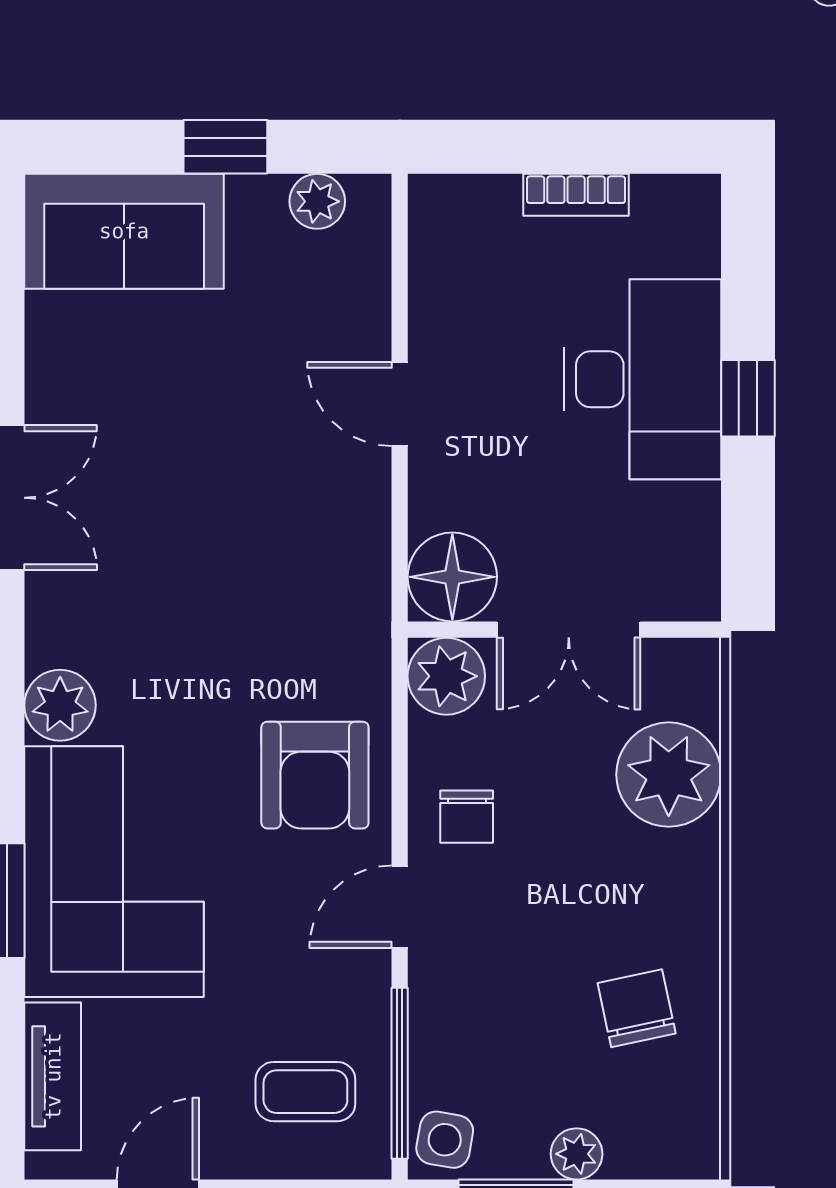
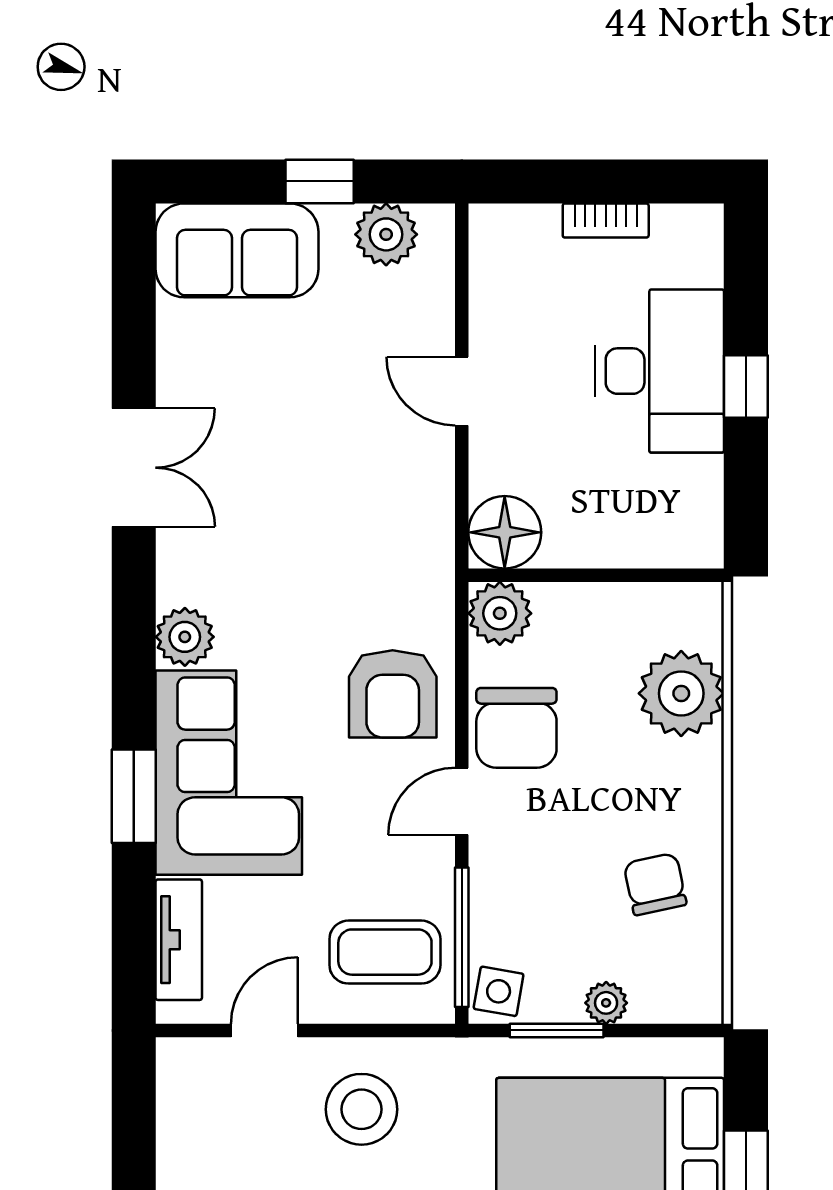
plant: (317, 201) -> (386, 234), width x1.38, depth x1.38
double door: (569, 630) -> (600, 575), removed
chair: (467, 817) -> (516, 728), width x1.87, depth x1.87
coffee table: (305, 1092) -> (385, 952), width x1.36, depth x1.30

